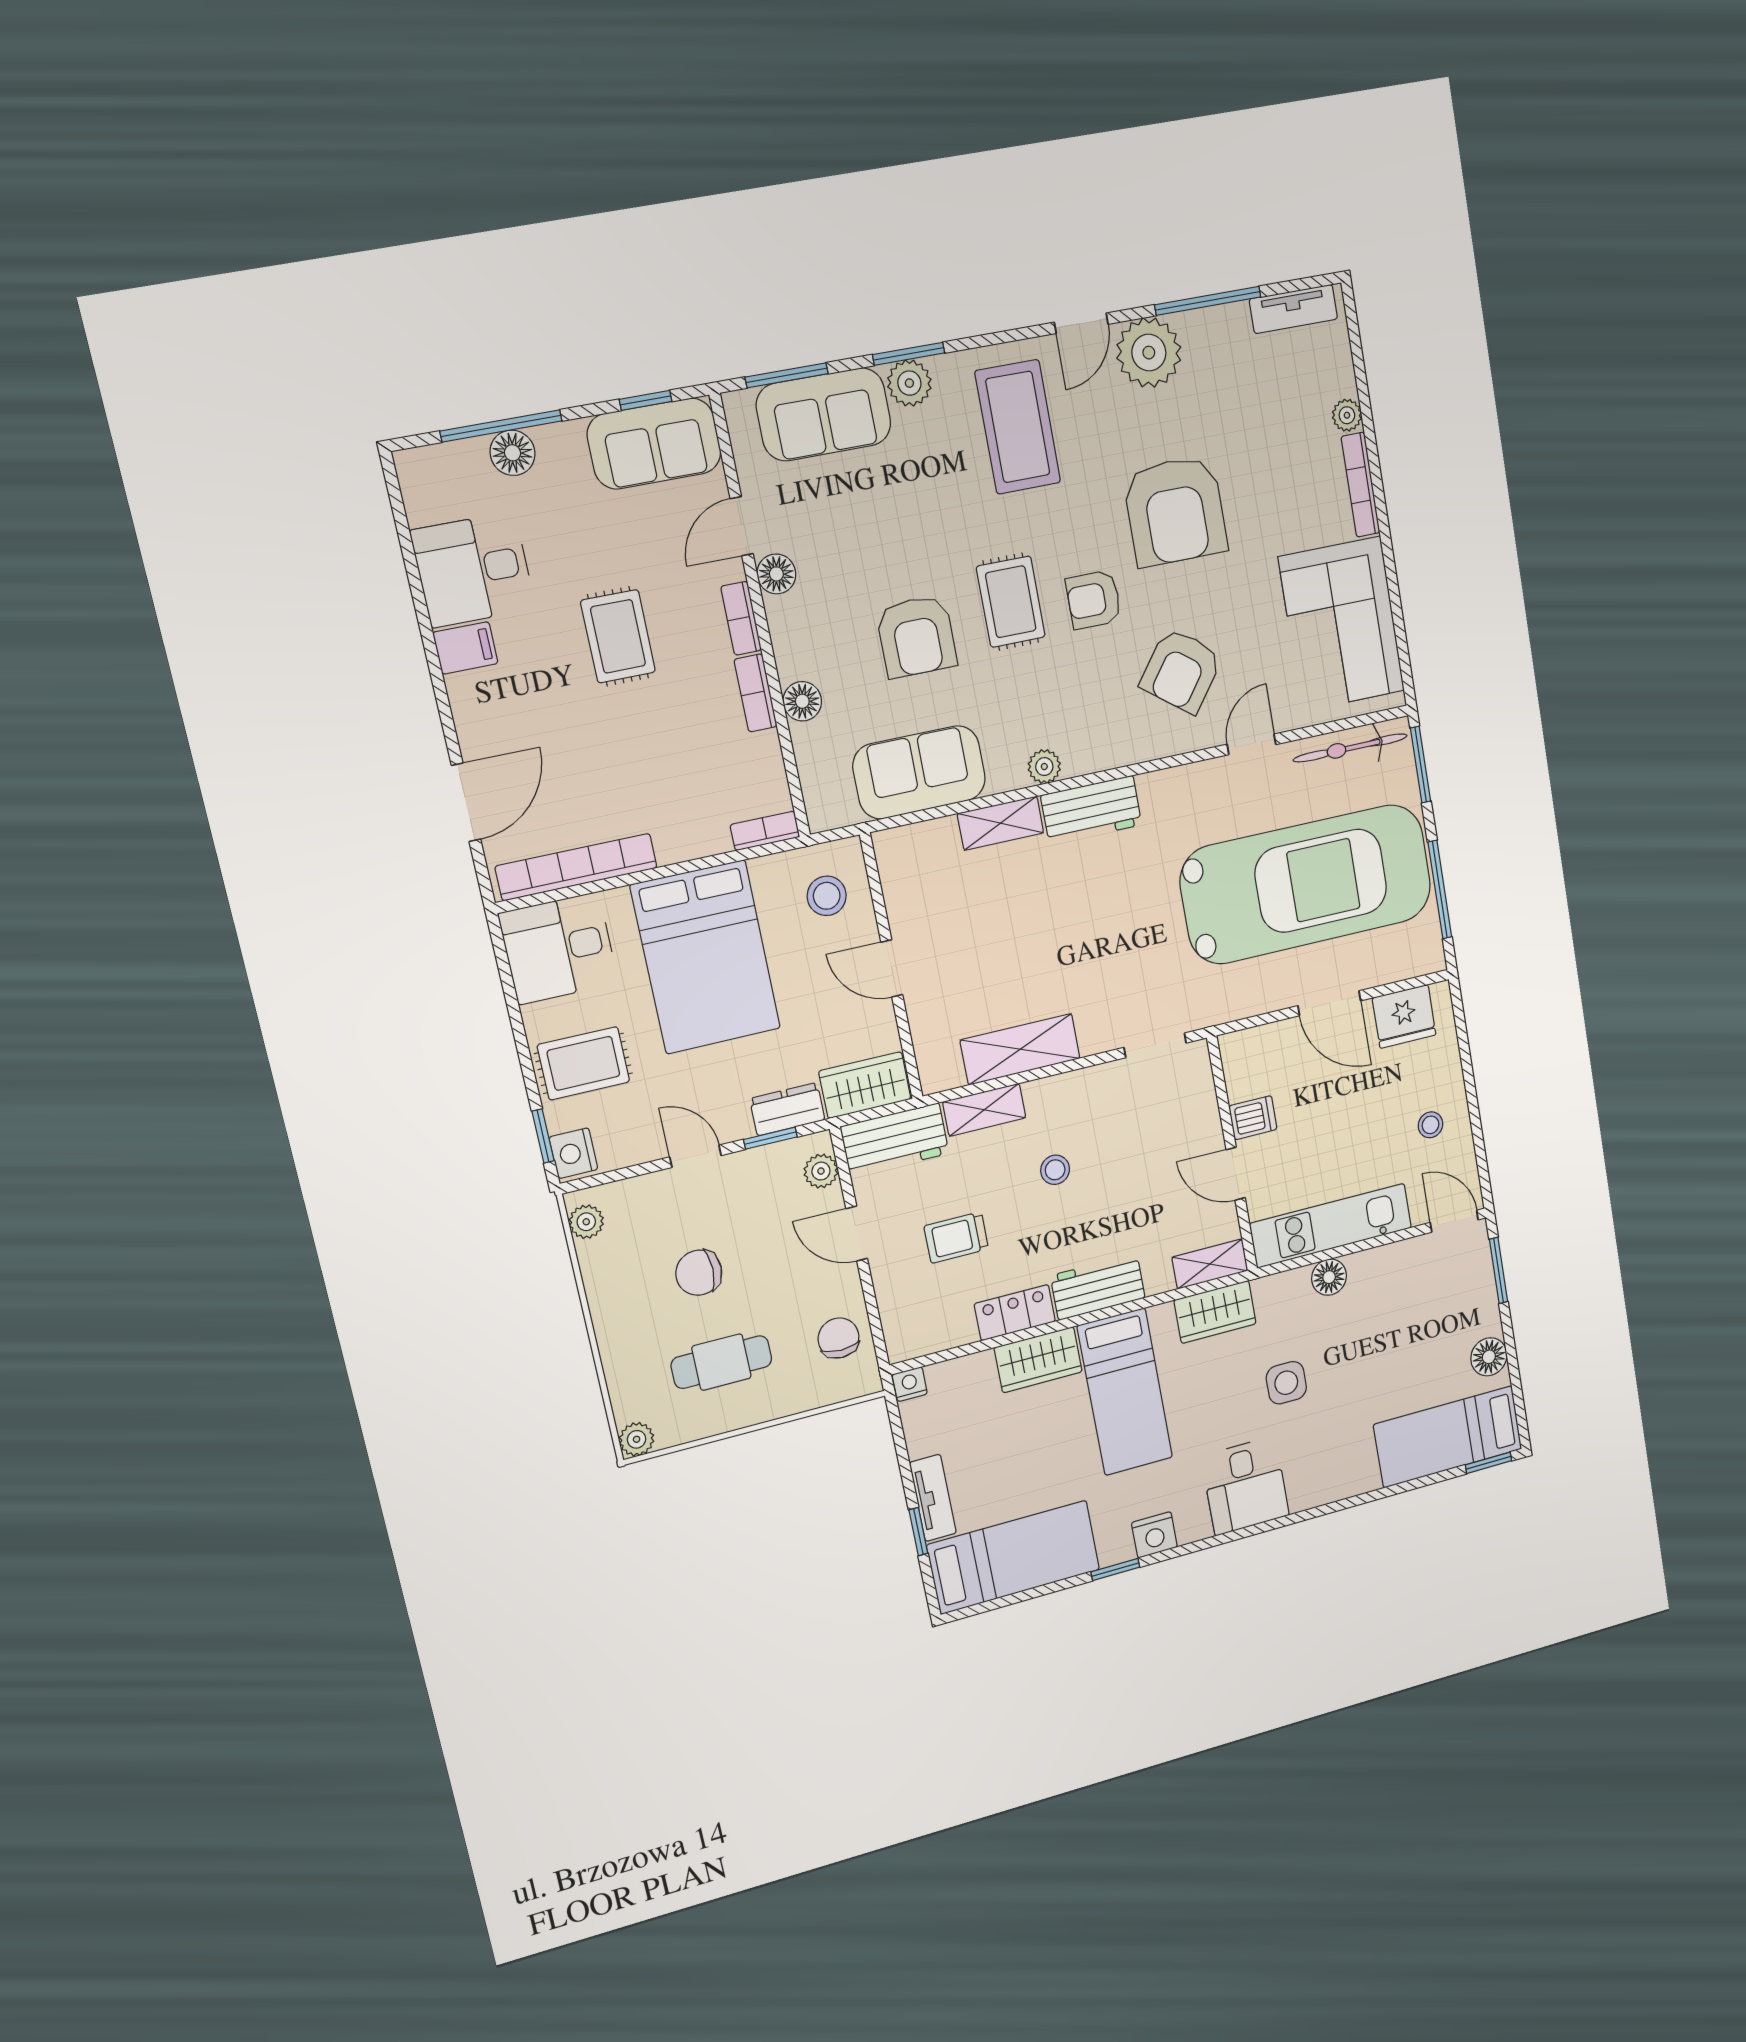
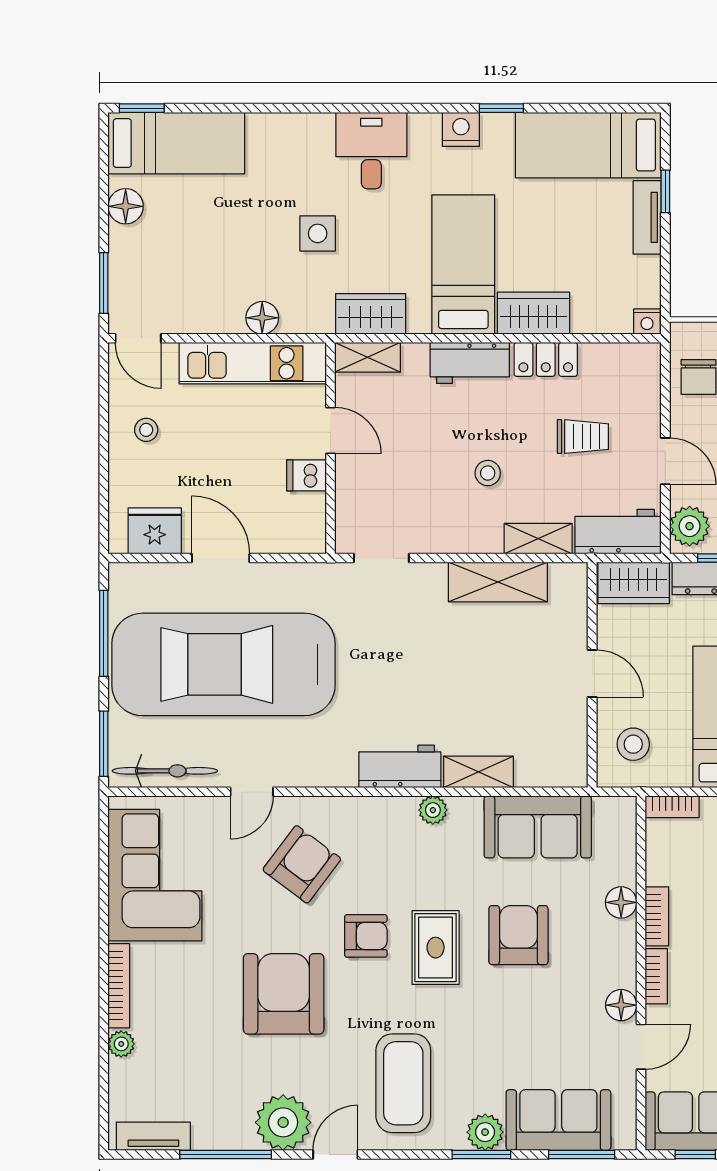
plant: (821, 1171) -> (690, 526), width x1.38, depth x1.38

